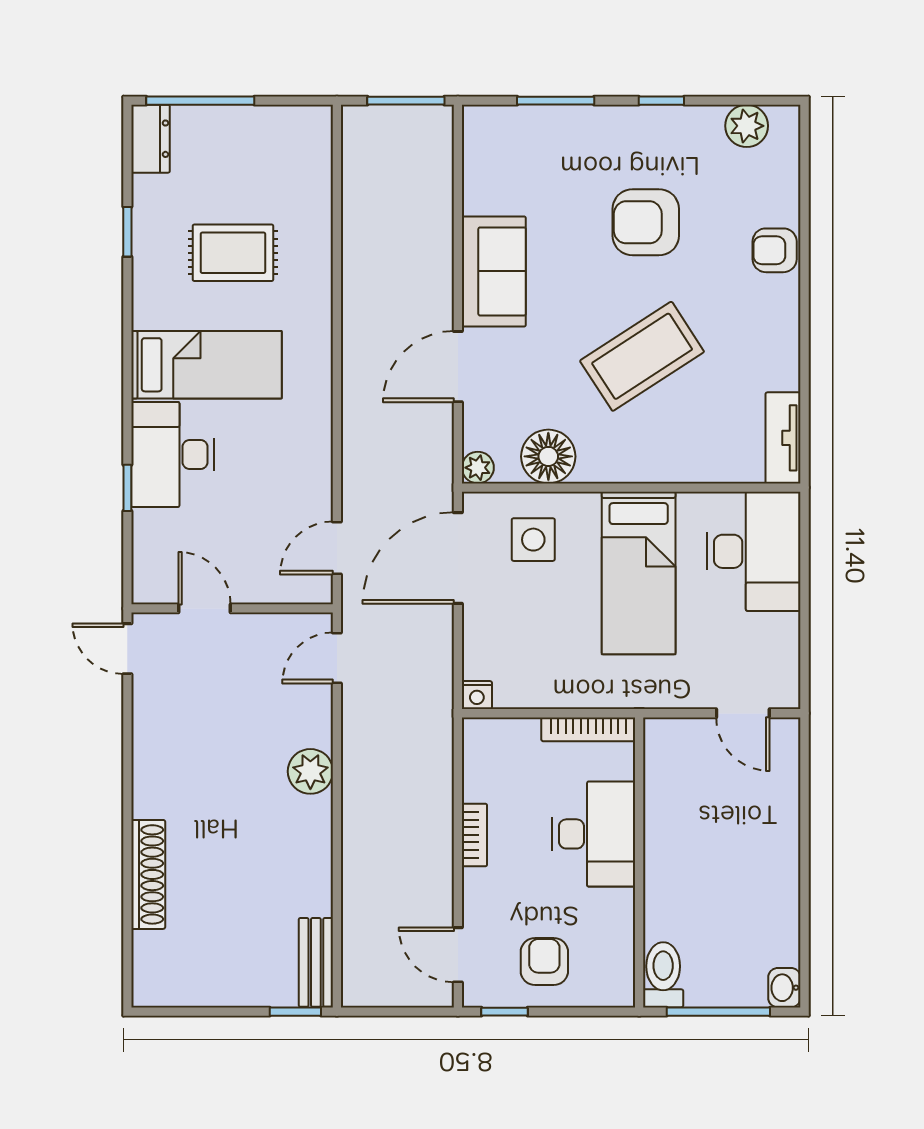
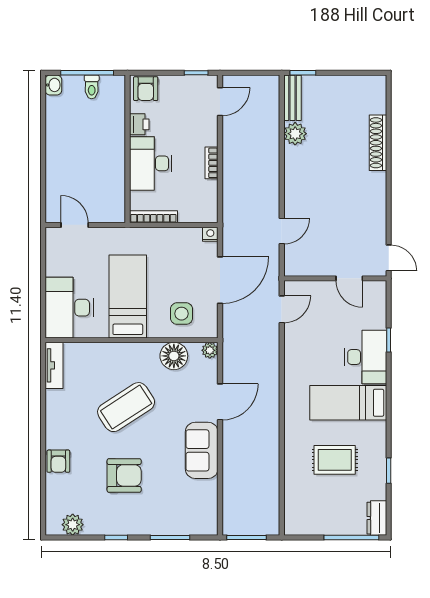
armchair: (775, 250) -> (58, 461), turned 90
door: (458, 558) -> (220, 280), moved
door: (337, 658) -> (282, 231), moved
plant: (310, 771) -> (295, 134), moved
printer: (616, 911) -> (139, 124), added
door: (458, 955) -> (220, 102), hinge flipped
armchair: (544, 961) -> (146, 89), moved
toilet: (663, 975) -> (92, 87), moved, width x0.73, depth x0.72

